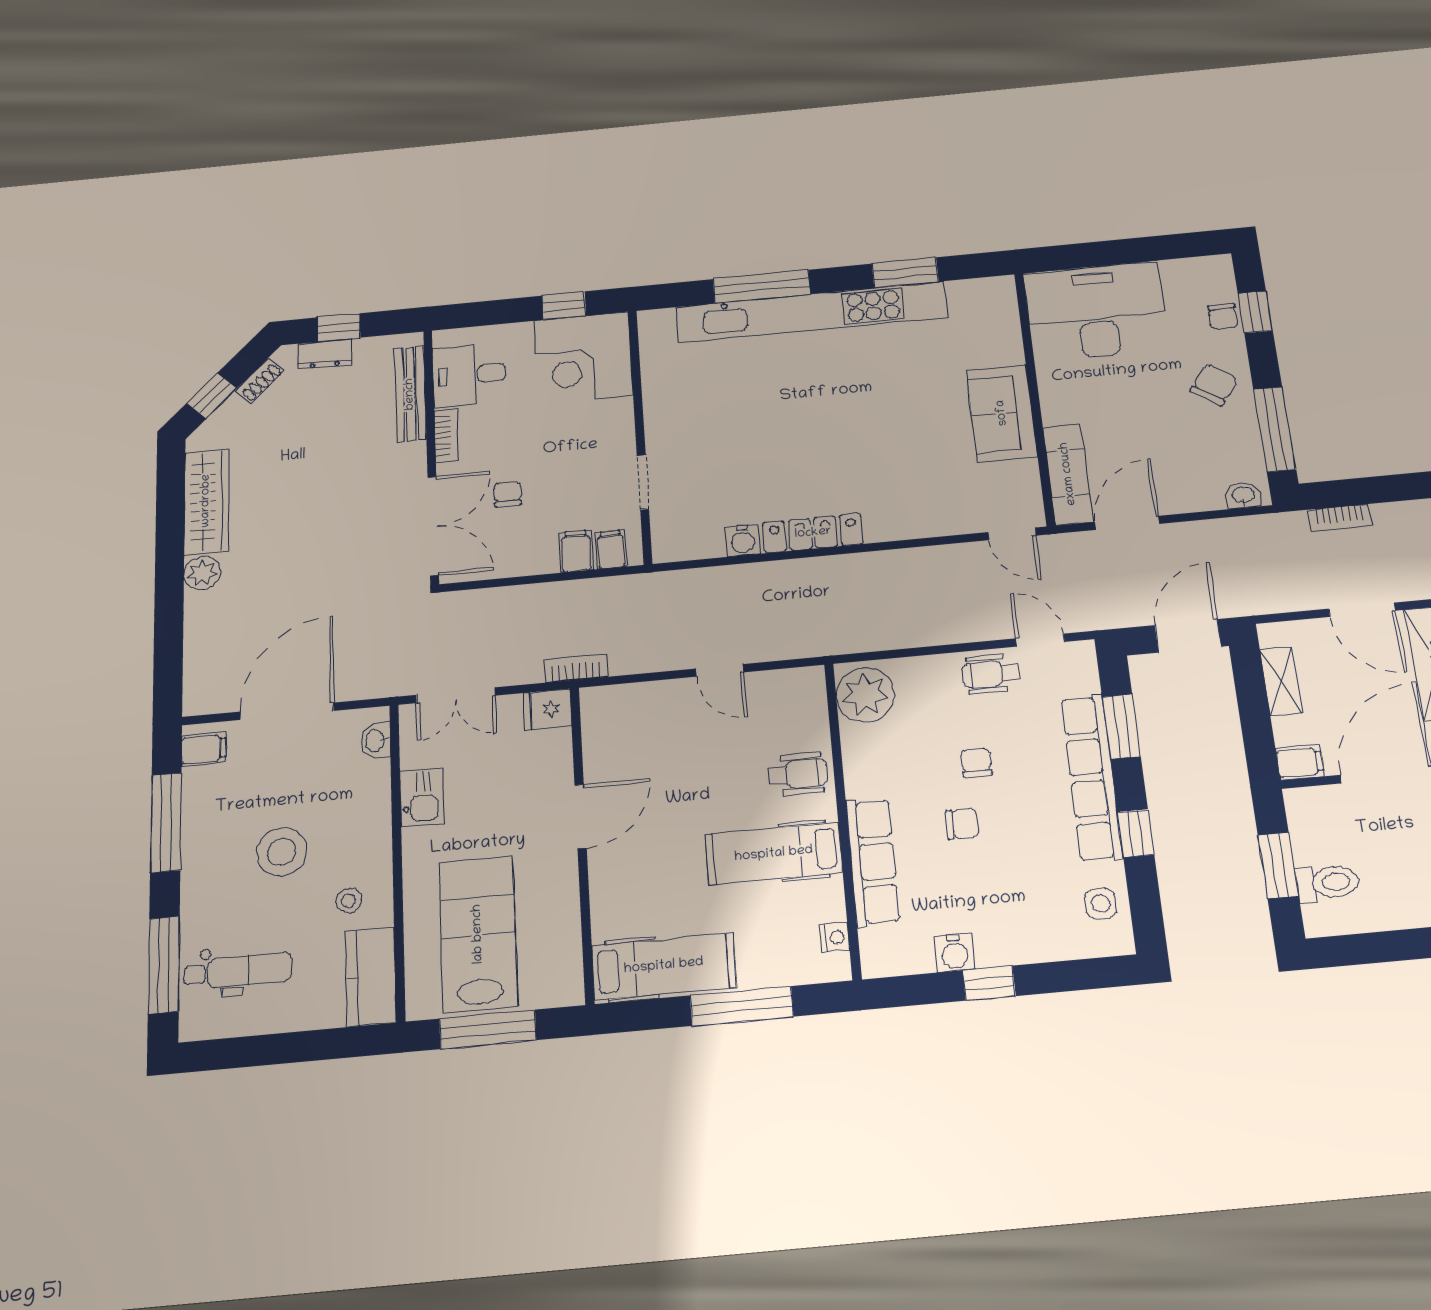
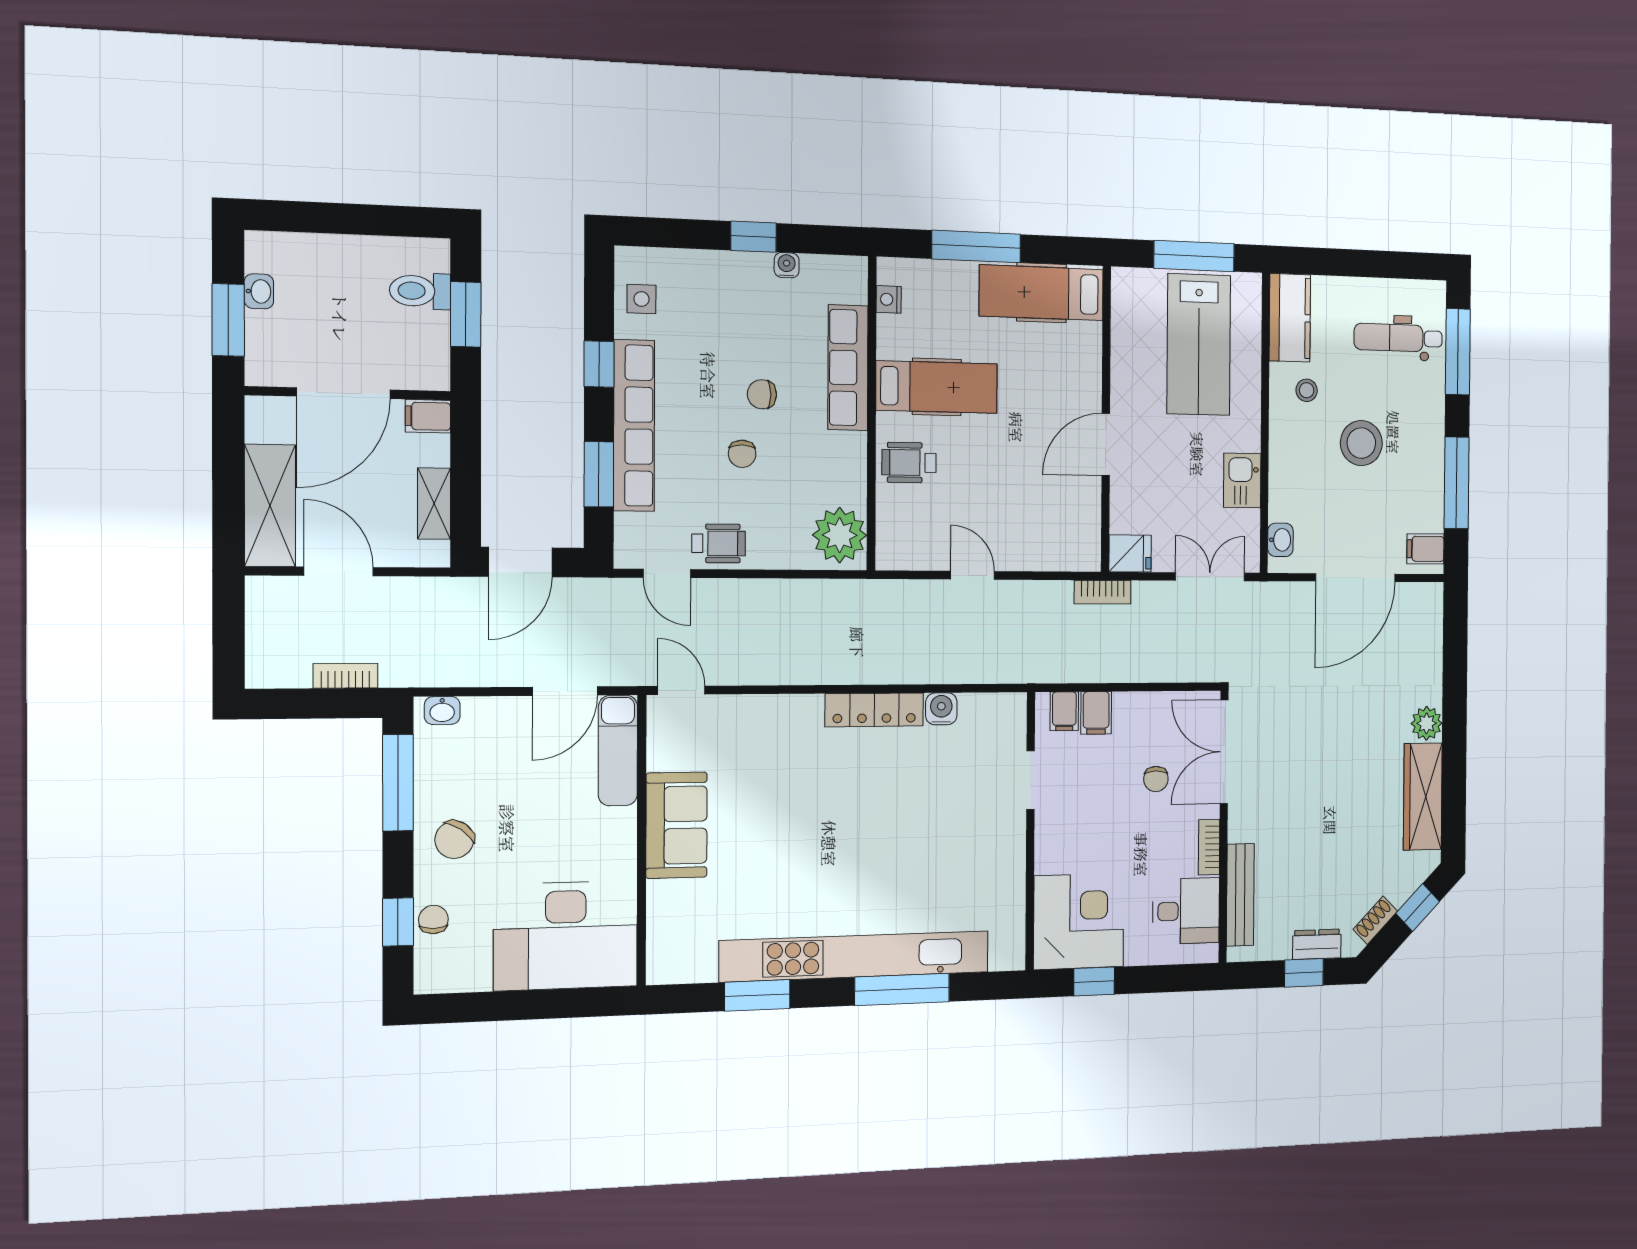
water cooler: (955, 953) -> (787, 265), width x0.72, depth x0.72

